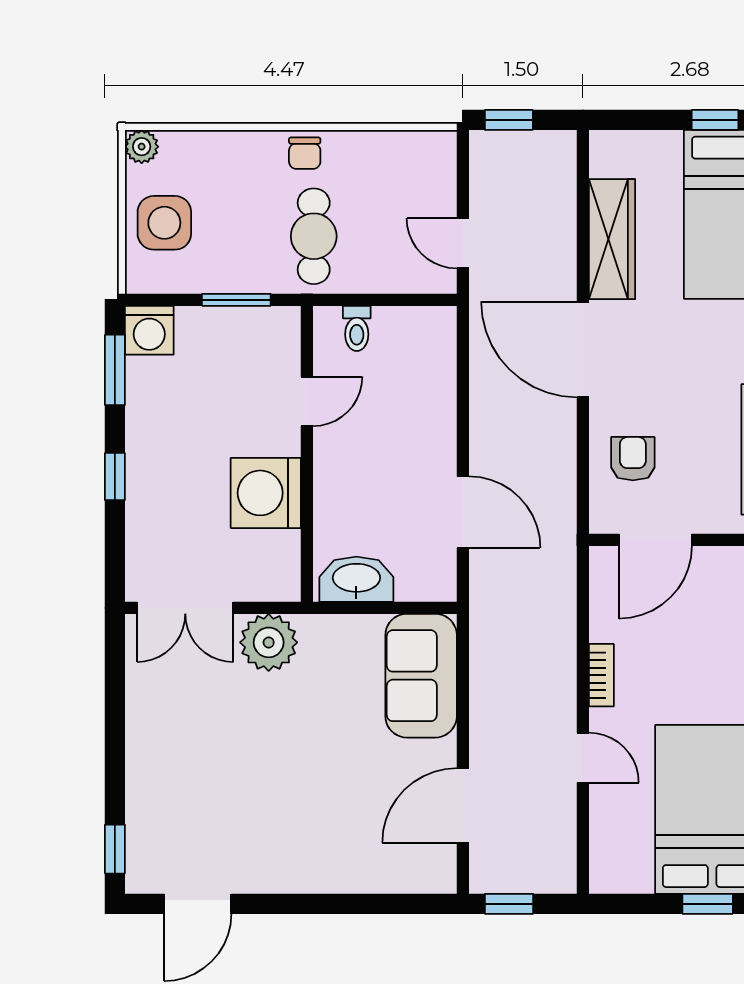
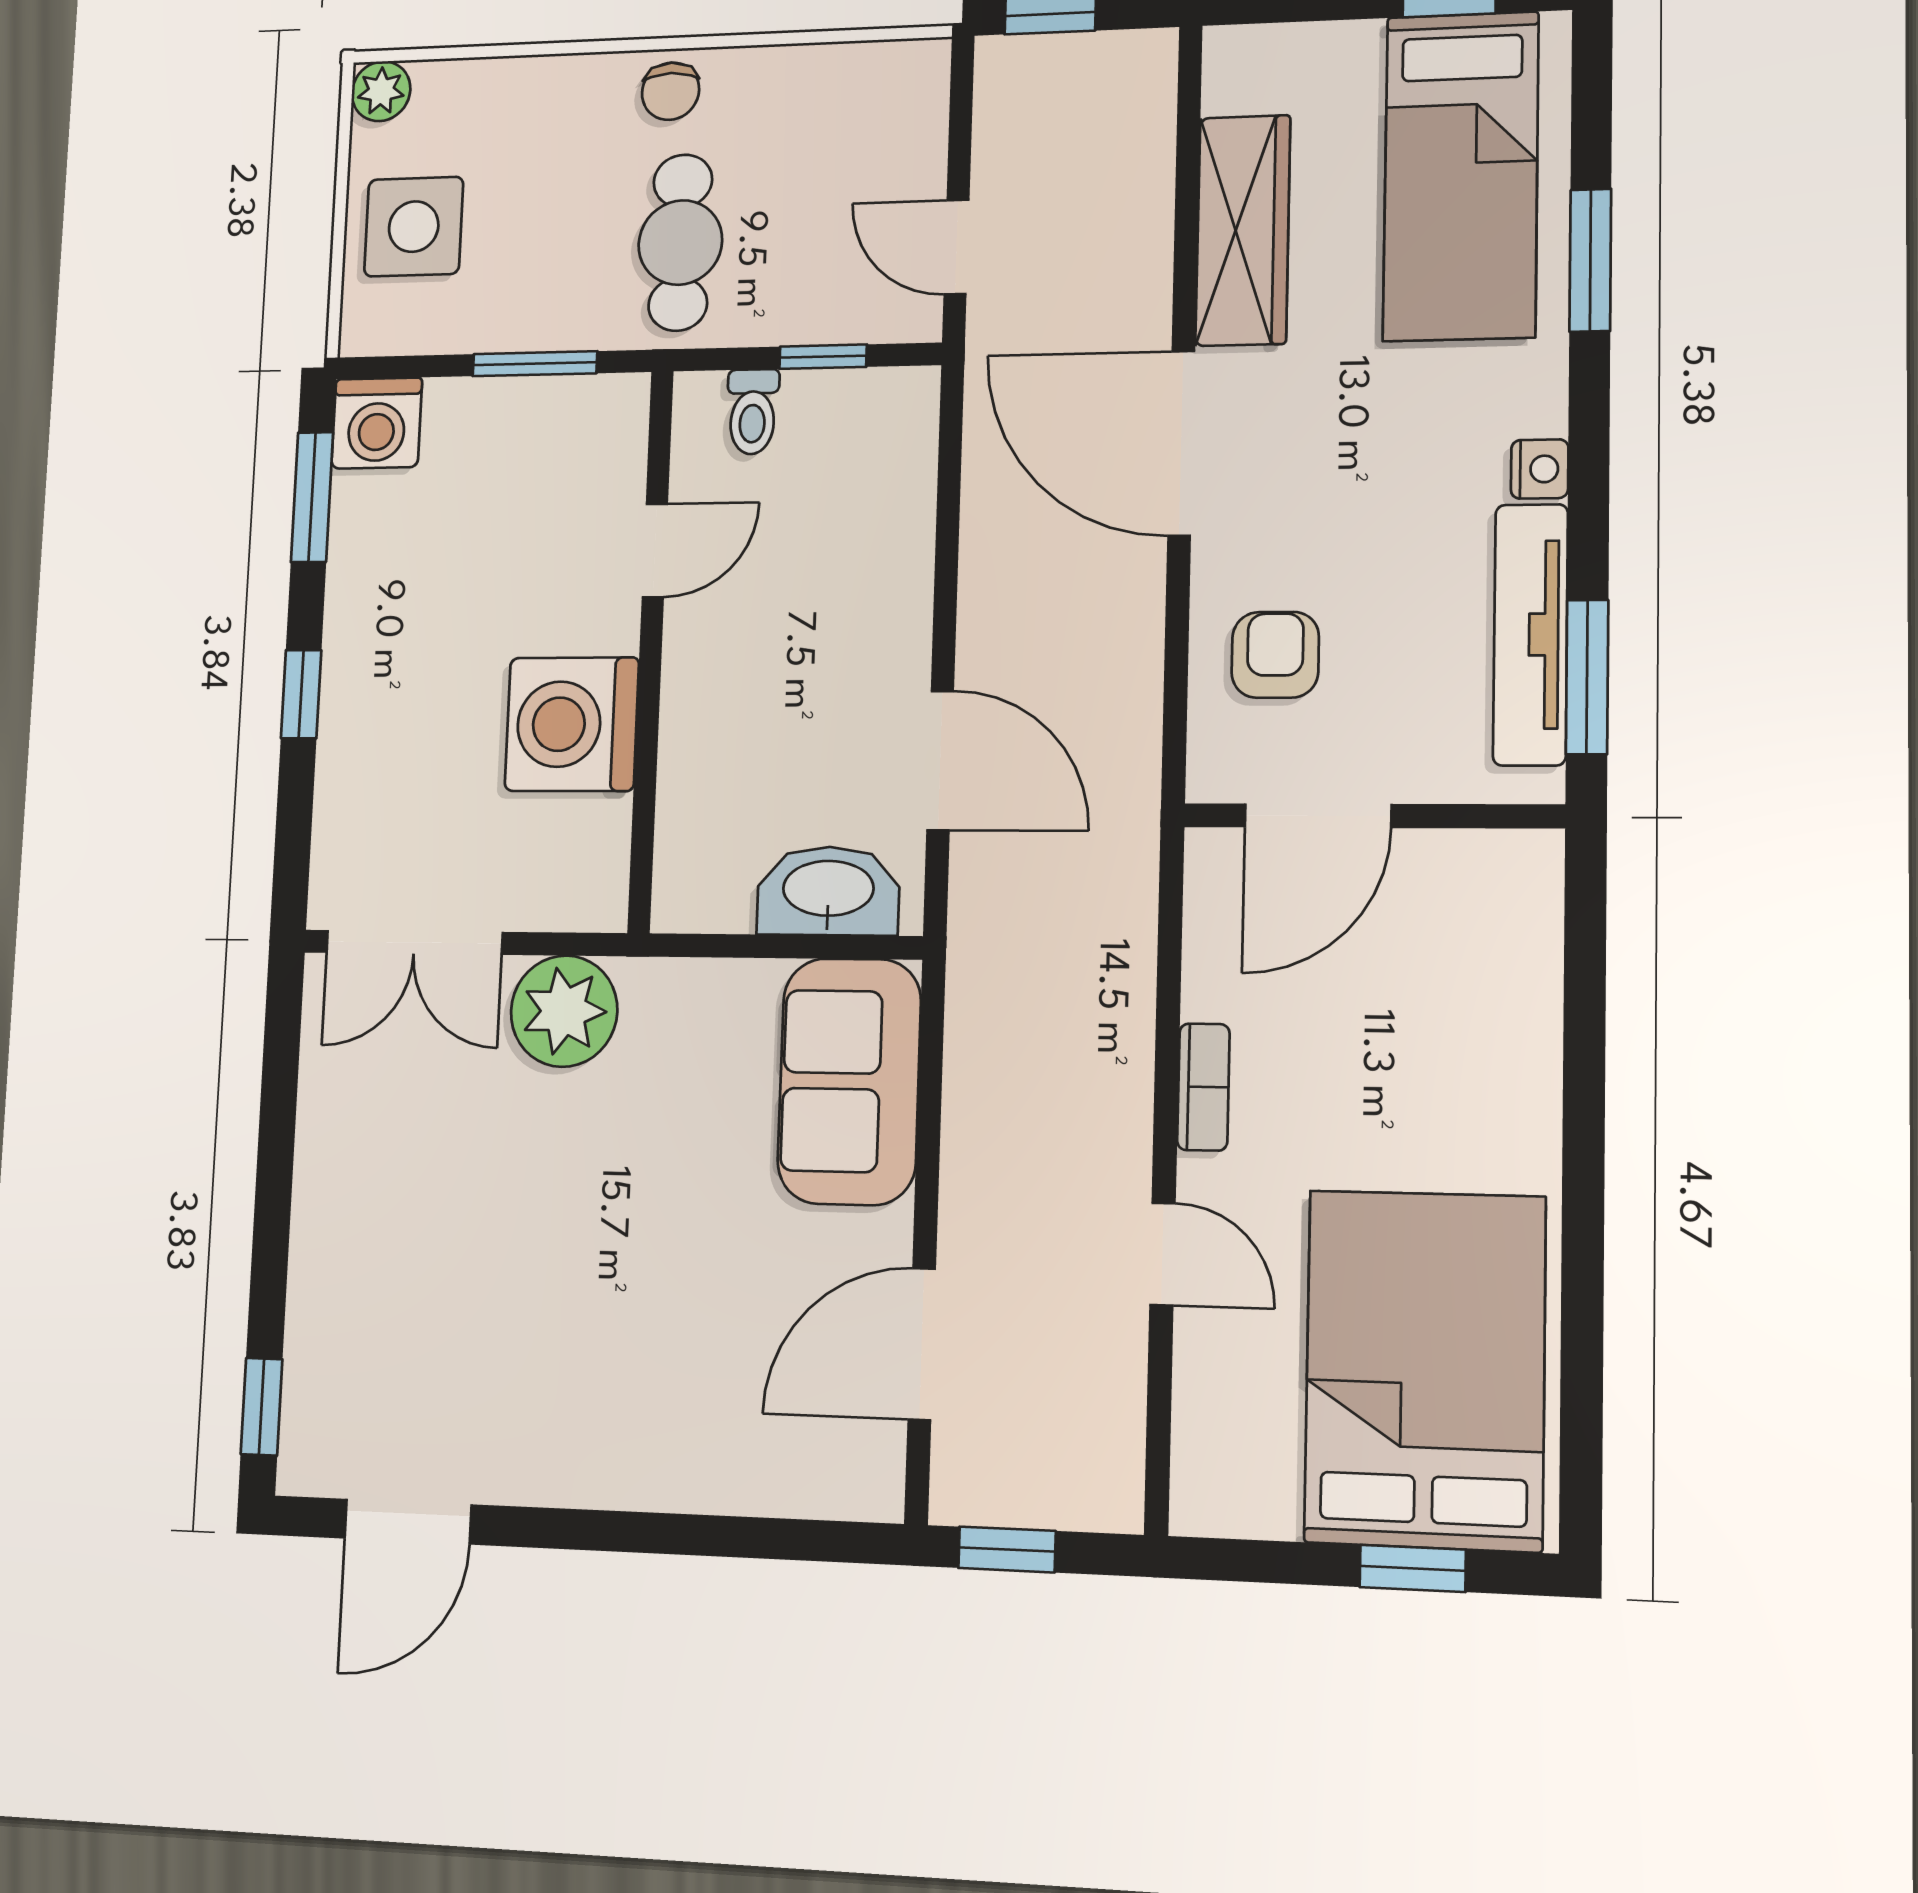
window: (394, 300) -> (823, 357), added
washbasin: (356, 579) -> (828, 891), moved

